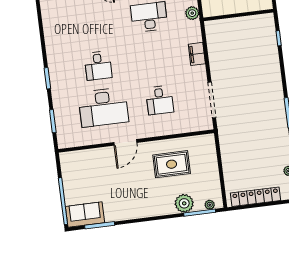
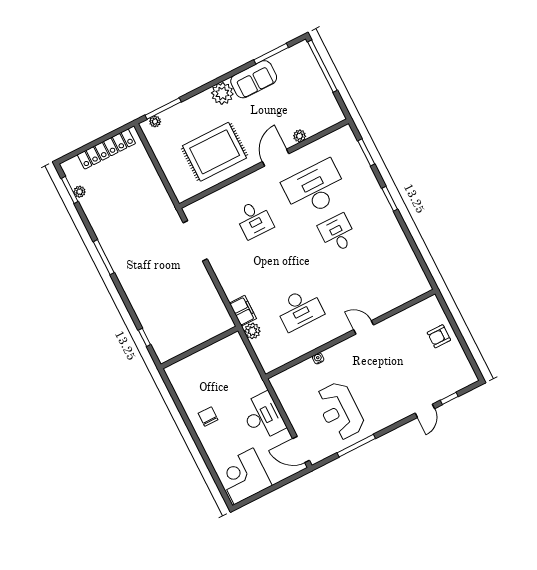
filing cabinet: (197, 54) -> (243, 311), moved
desk: (160, 100) -> (254, 219), turned 180
plant: (100, 153) -> (300, 136), added
rug: (172, 164) -> (215, 152), width x1.37, depth x1.44
plant: (184, 203) -> (222, 93), moved
sofa: (85, 215) -> (254, 79), moved

